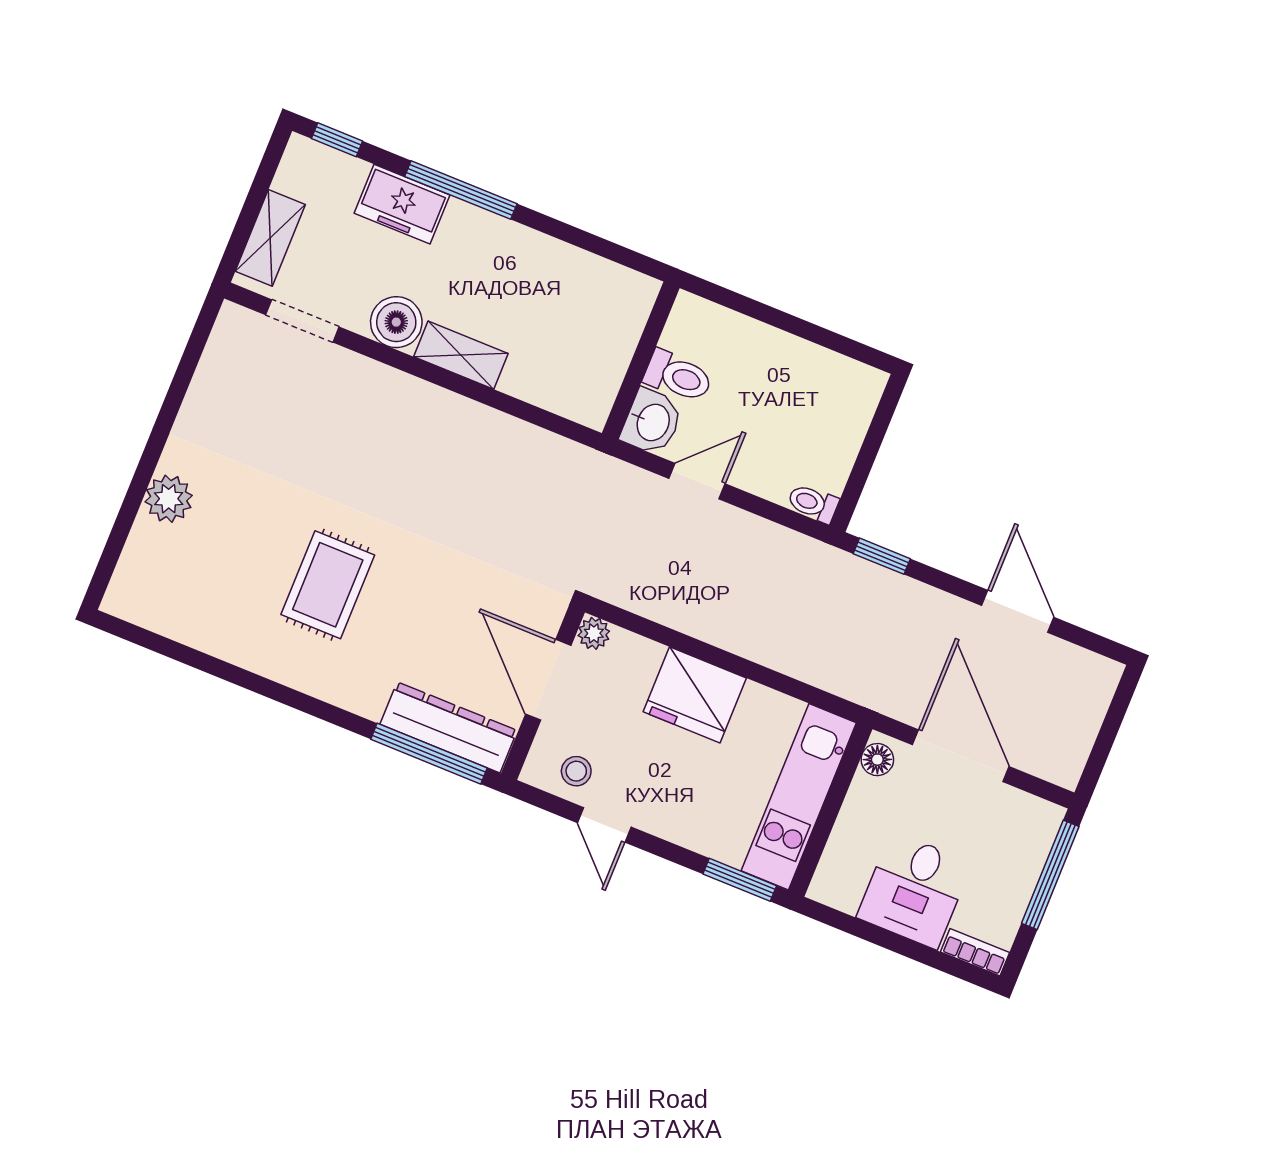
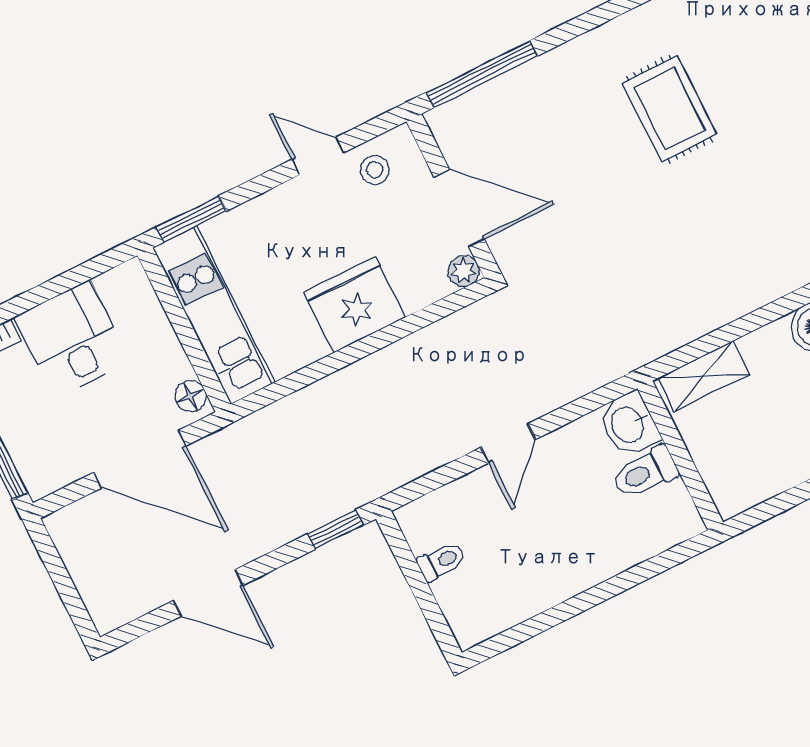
shelving: (461, 355) -> (704, 376), moved
wall: (641, 361) -> (680, 455), moved
toilet: (678, 376) -> (645, 473), moved
washbasin: (652, 422) -> (629, 424), moved
toilet: (813, 503) -> (442, 561), moved
dresser: (449, 727) -> (488, 105), removed

